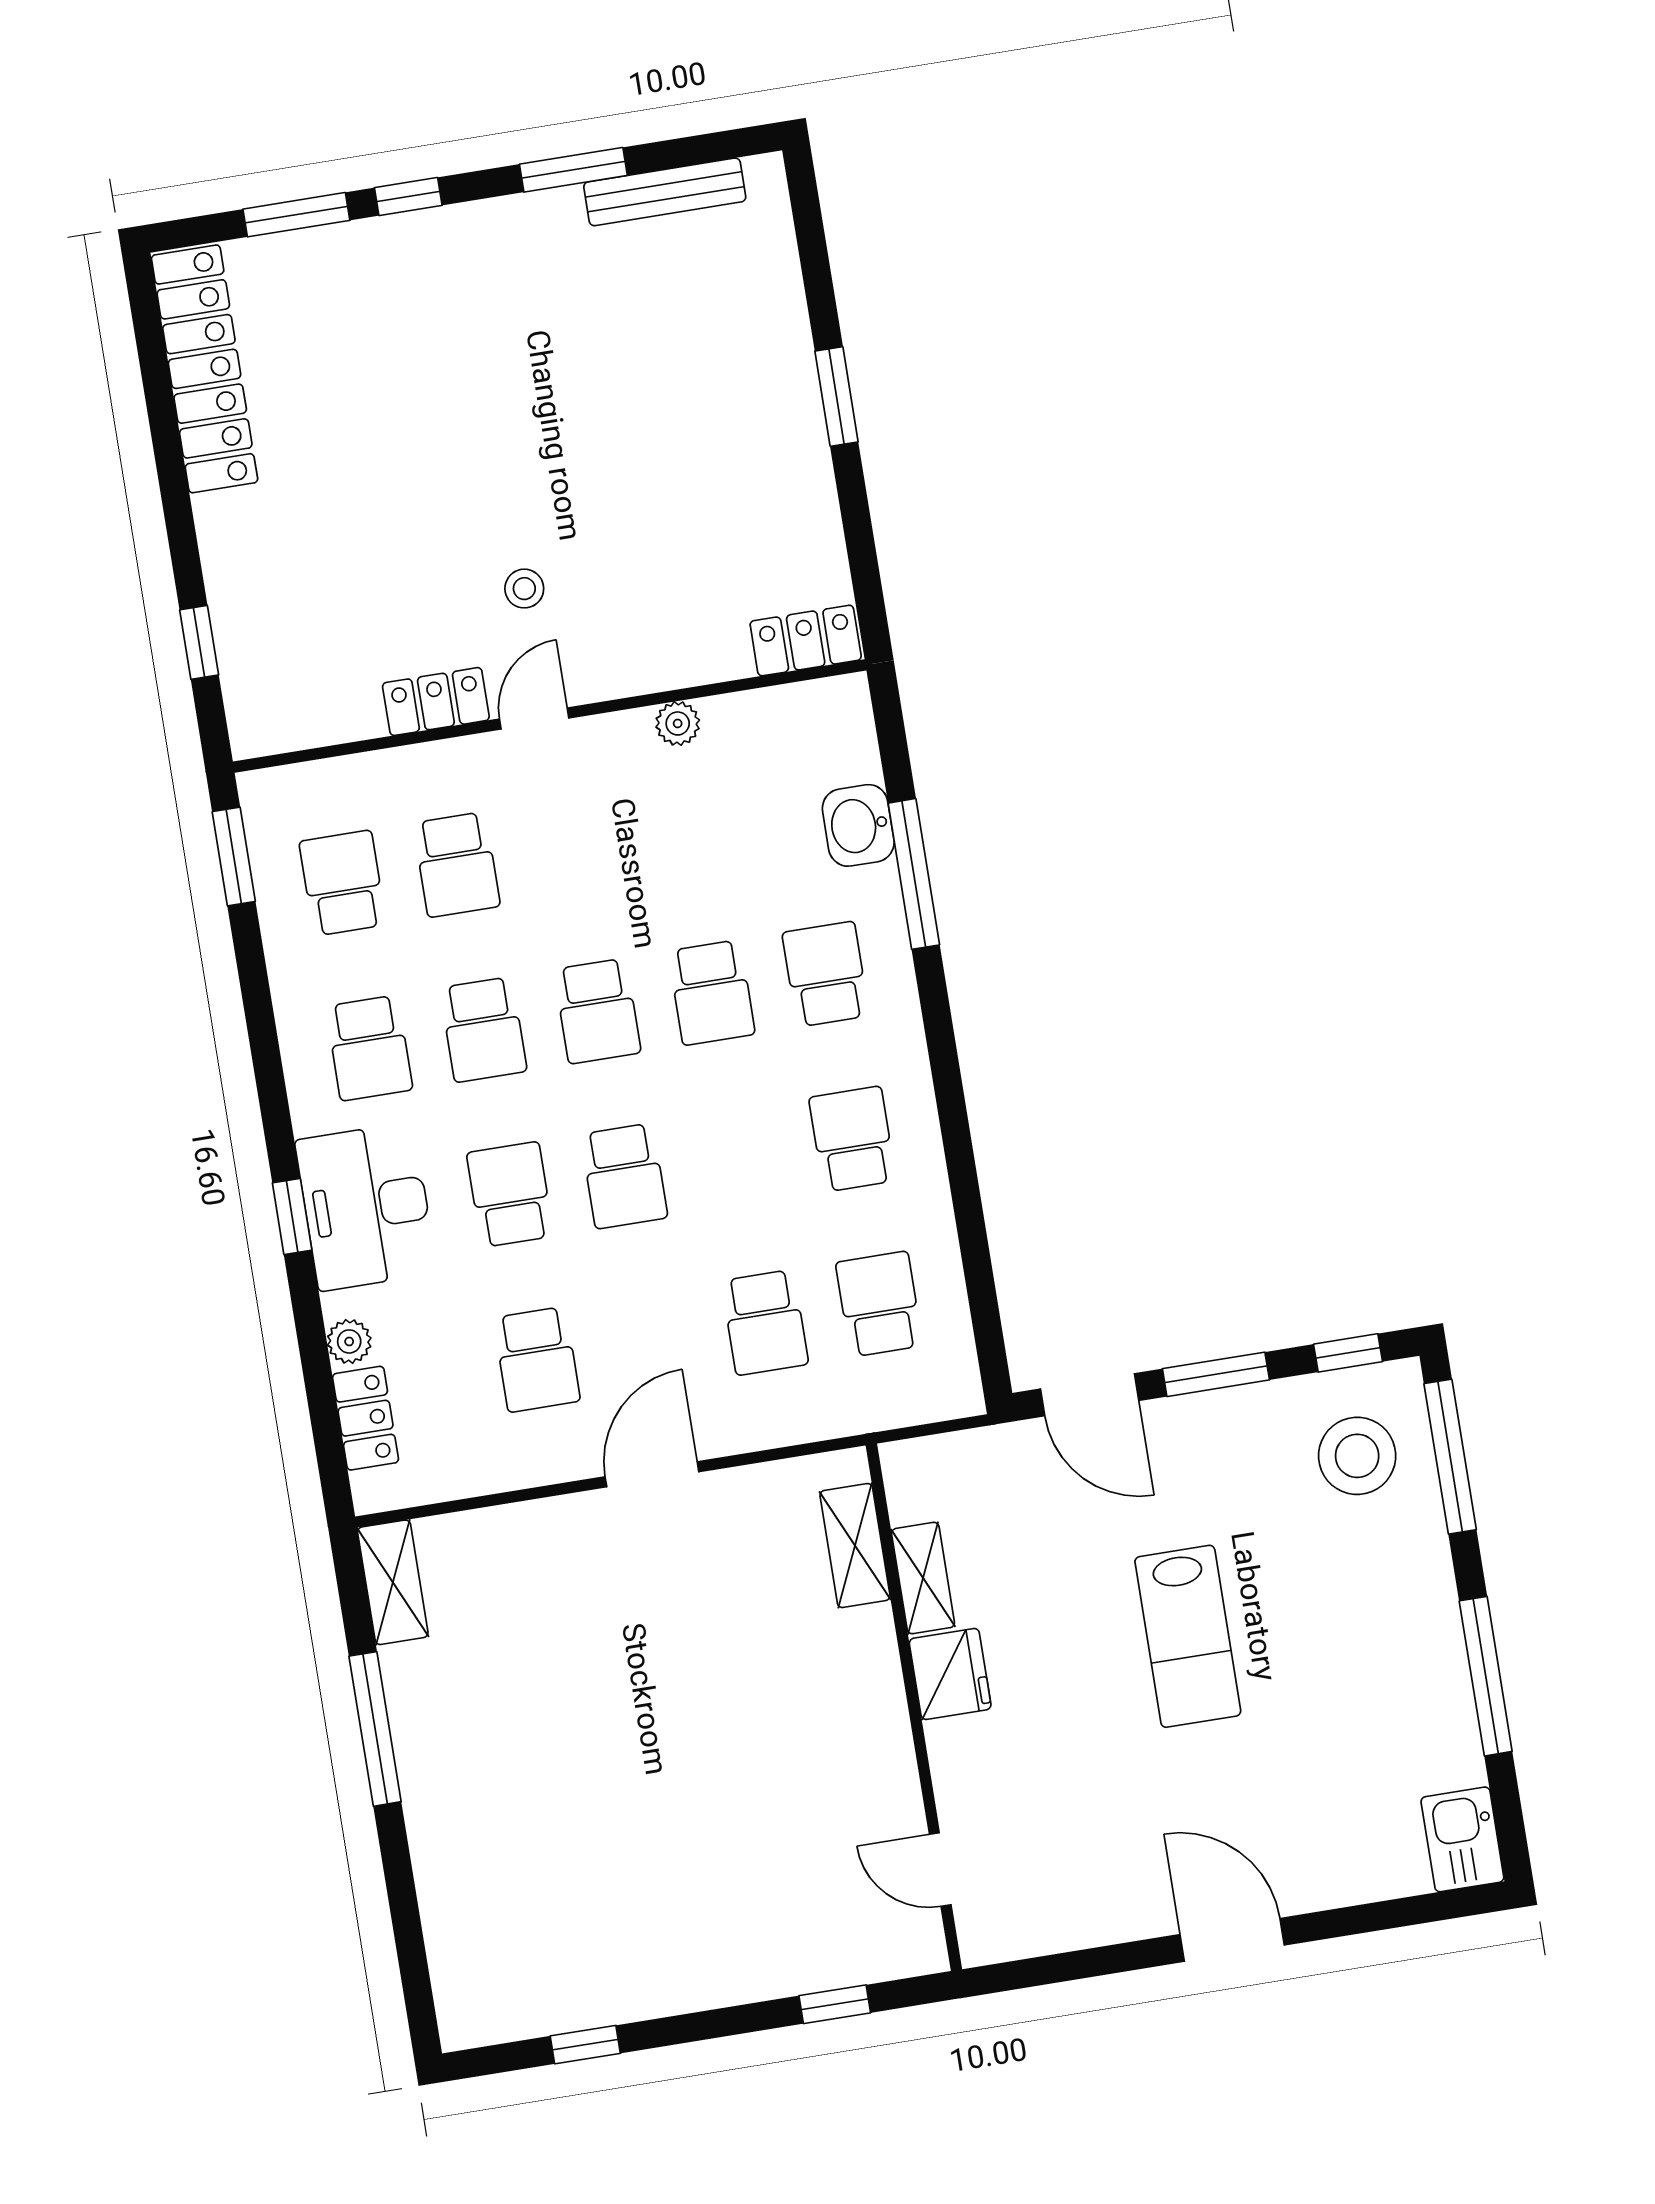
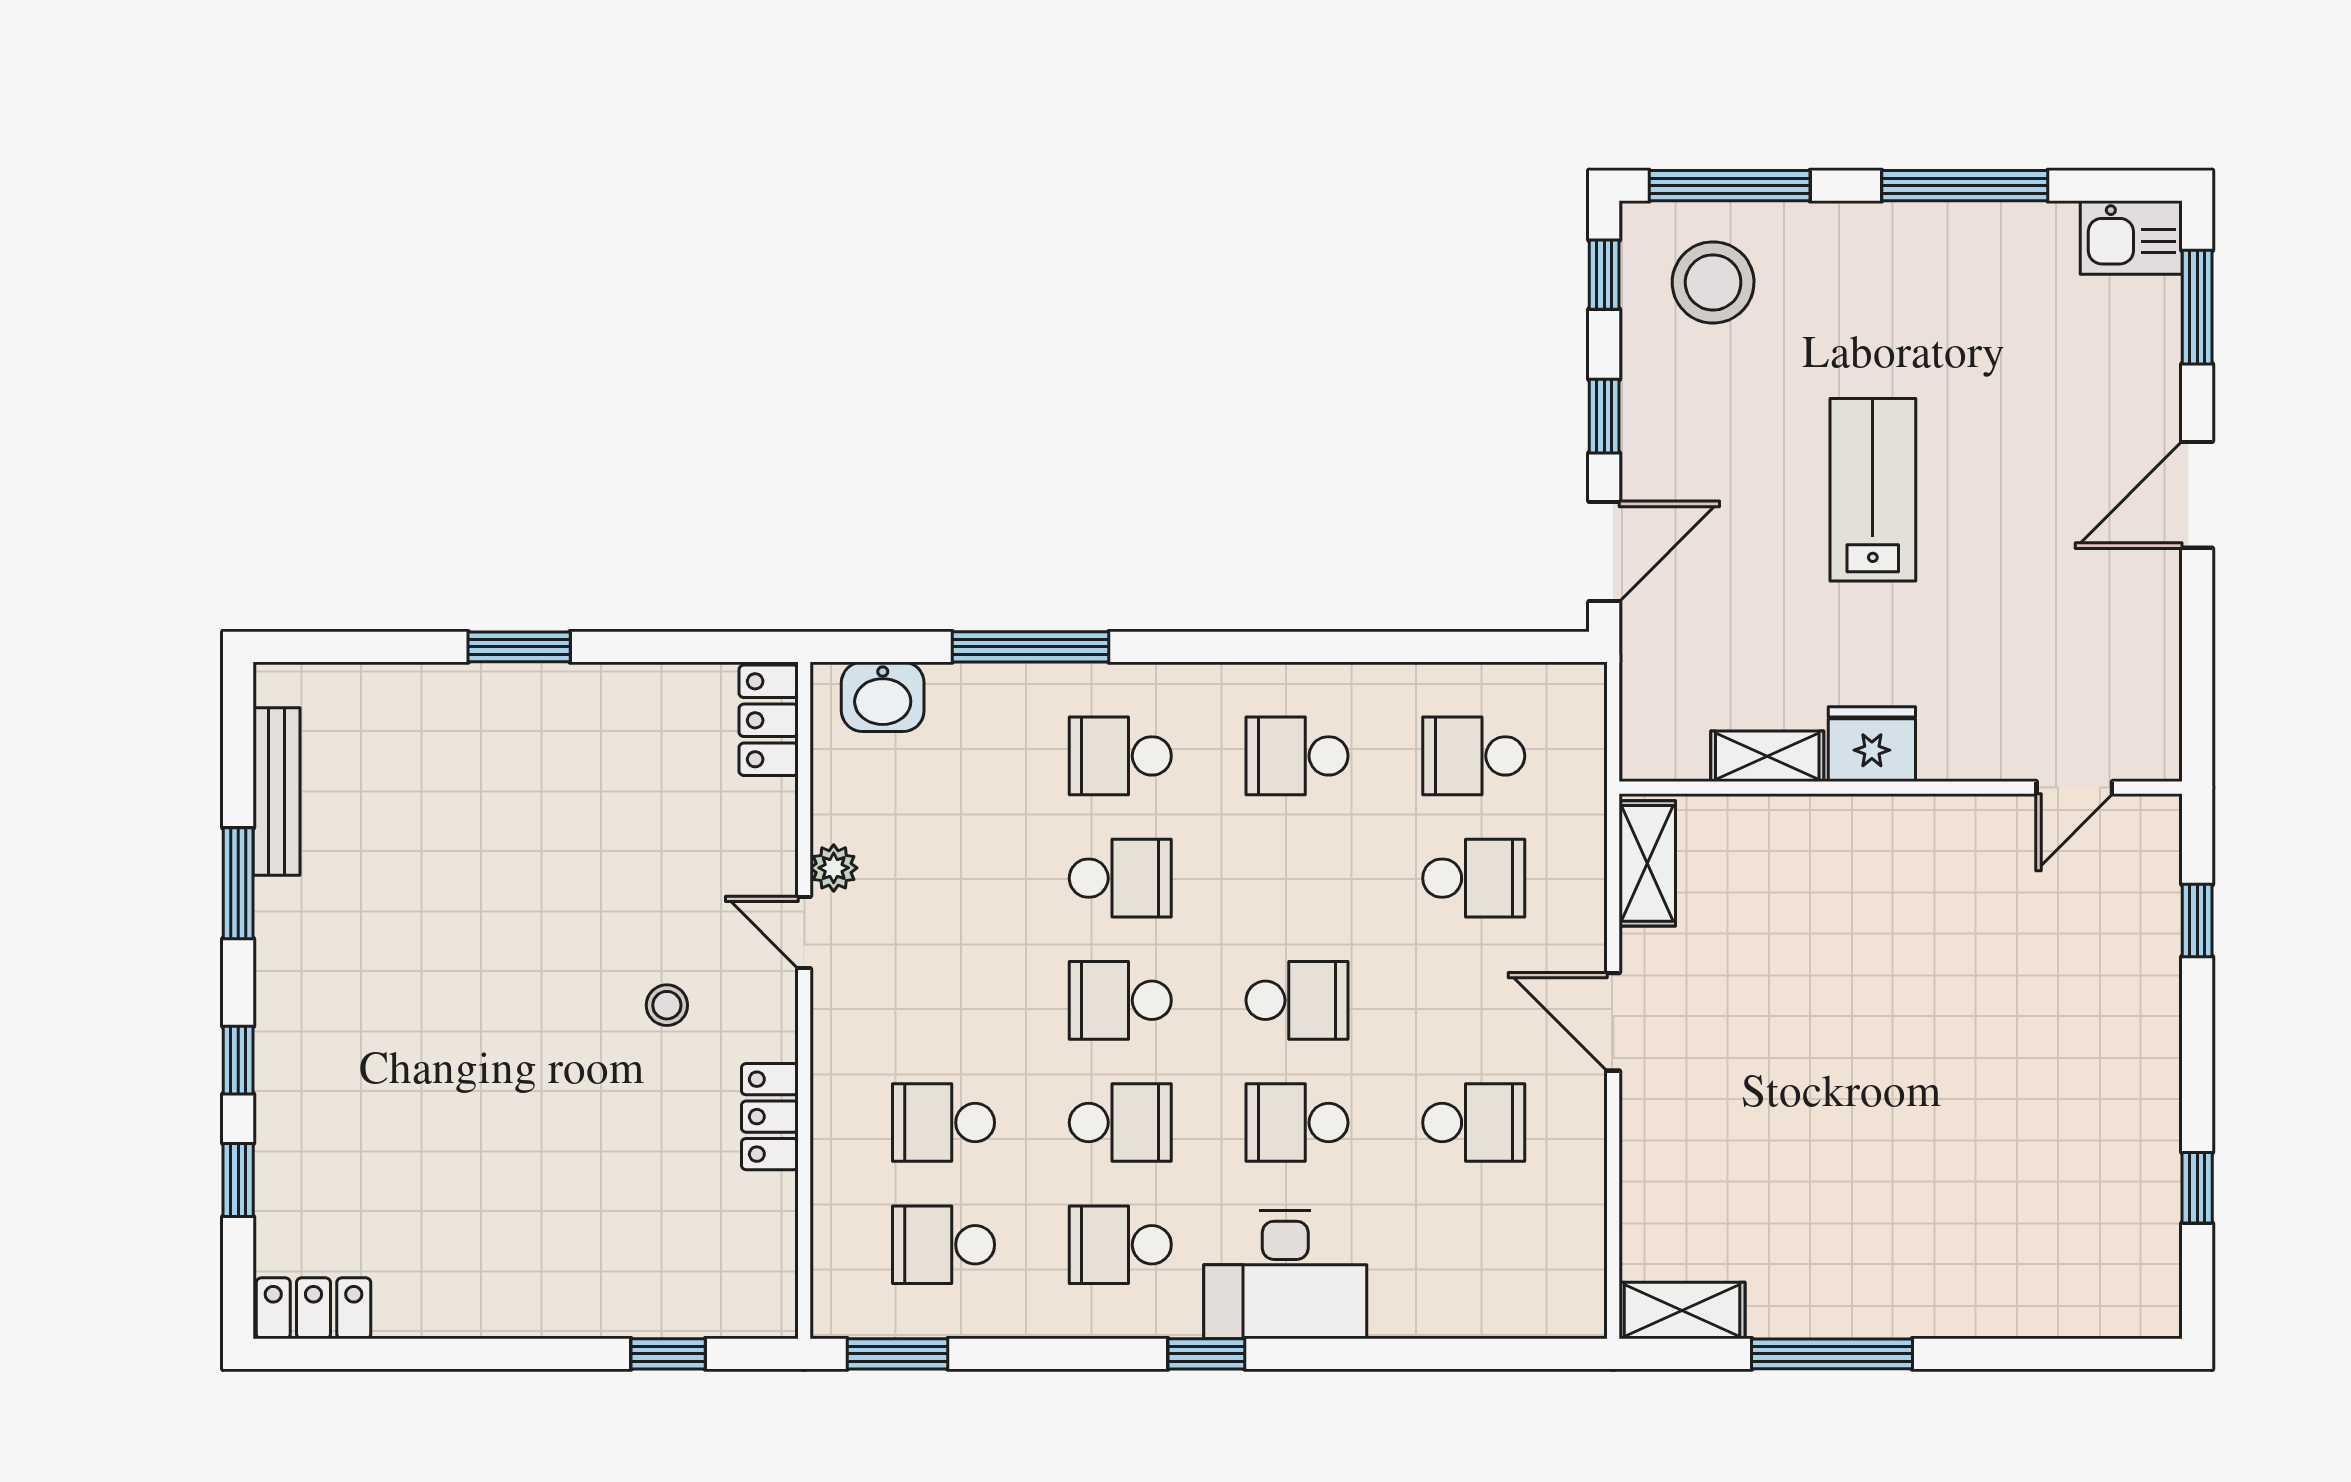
window: (296, 215) -> (238, 1180), width x0.67
locker: (205, 369) -> (314, 1308), width x0.46, depth x0.83
door: (534, 719) -> (804, 933), moved
washbasin: (858, 825) -> (883, 697), moved
school desk: (457, 865) -> (944, 1123), turned 180
school desk: (597, 1011) -> (1120, 1000), turned 180
school desk: (369, 1048) -> (1120, 1245), turned 180
window: (292, 1216) -> (1206, 1354), moved
plant: (349, 1341) -> (1423, 1315), removed
window: (1216, 1374) -> (1604, 416), width x0.67
locker: (366, 1418) -> (1506, 1311), removed
shelving: (855, 1546) -> (1647, 863), moved, turned 90
lab bench: (1188, 1636) -> (1873, 490), turned -90
window: (1407, 1912) -> (2197, 307), added

